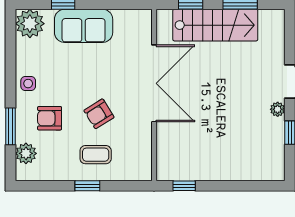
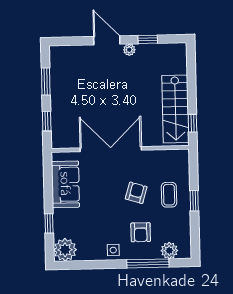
stairs: (215, 25) -> (175, 109), moved, turned 180
sofa: (84, 26) -> (65, 184), moved
armchair: (99, 114) -> (136, 193), turned -131
window: (11, 126) -> (148, 263), width x1.44

